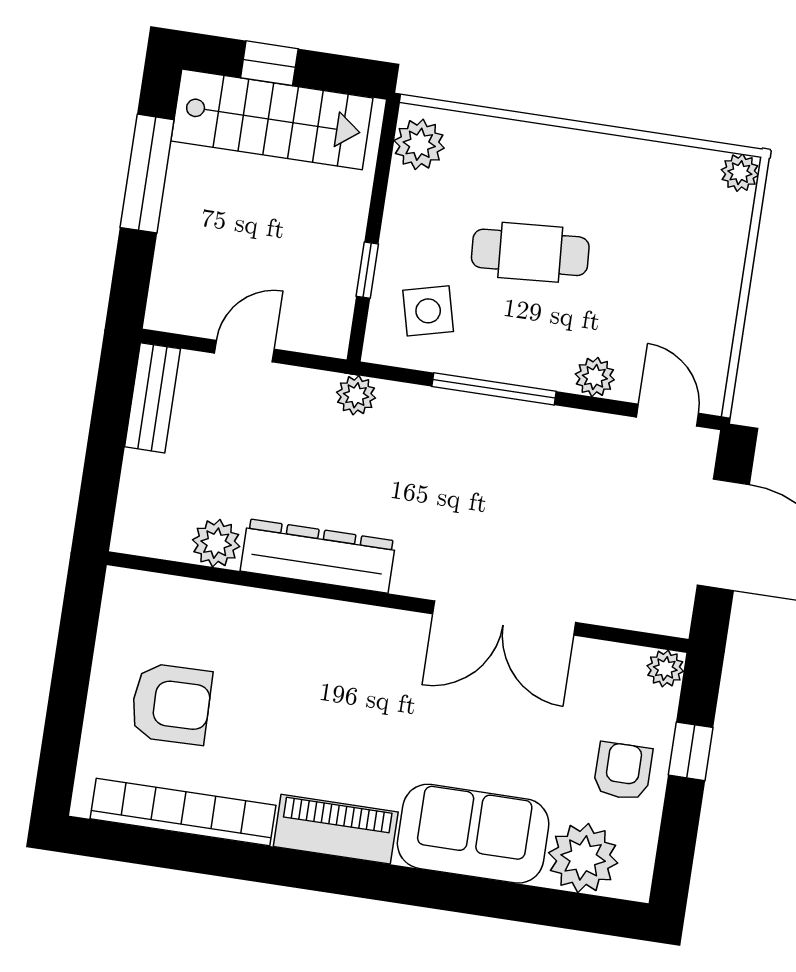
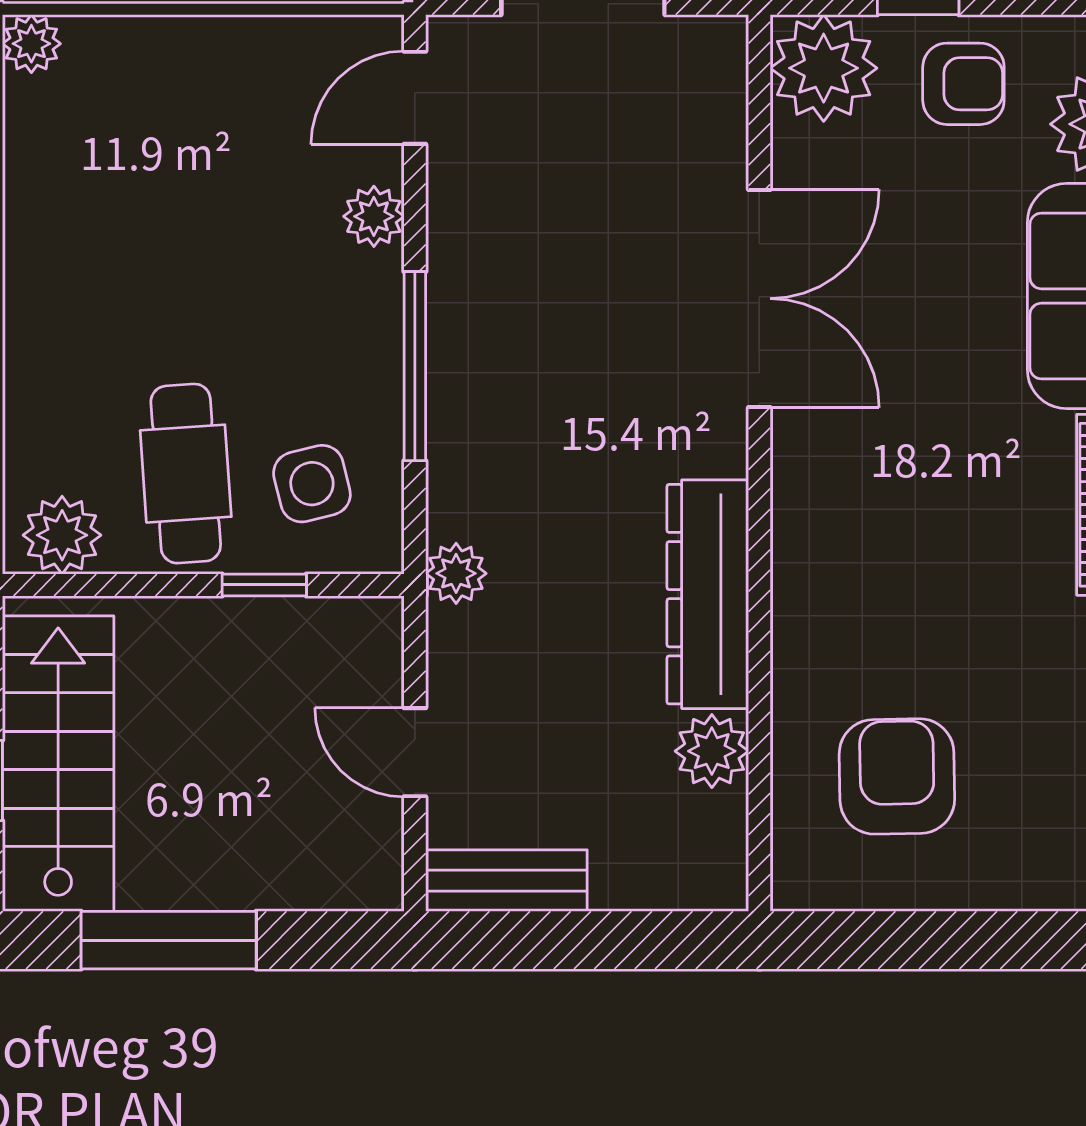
cafe table: (530, 252) -> (186, 474), moved
plant: (665, 668) -> (824, 68), width x1.88, depth x1.88
armchair: (171, 704) -> (897, 776), moved
armchair: (623, 771) -> (963, 84), turned 180

